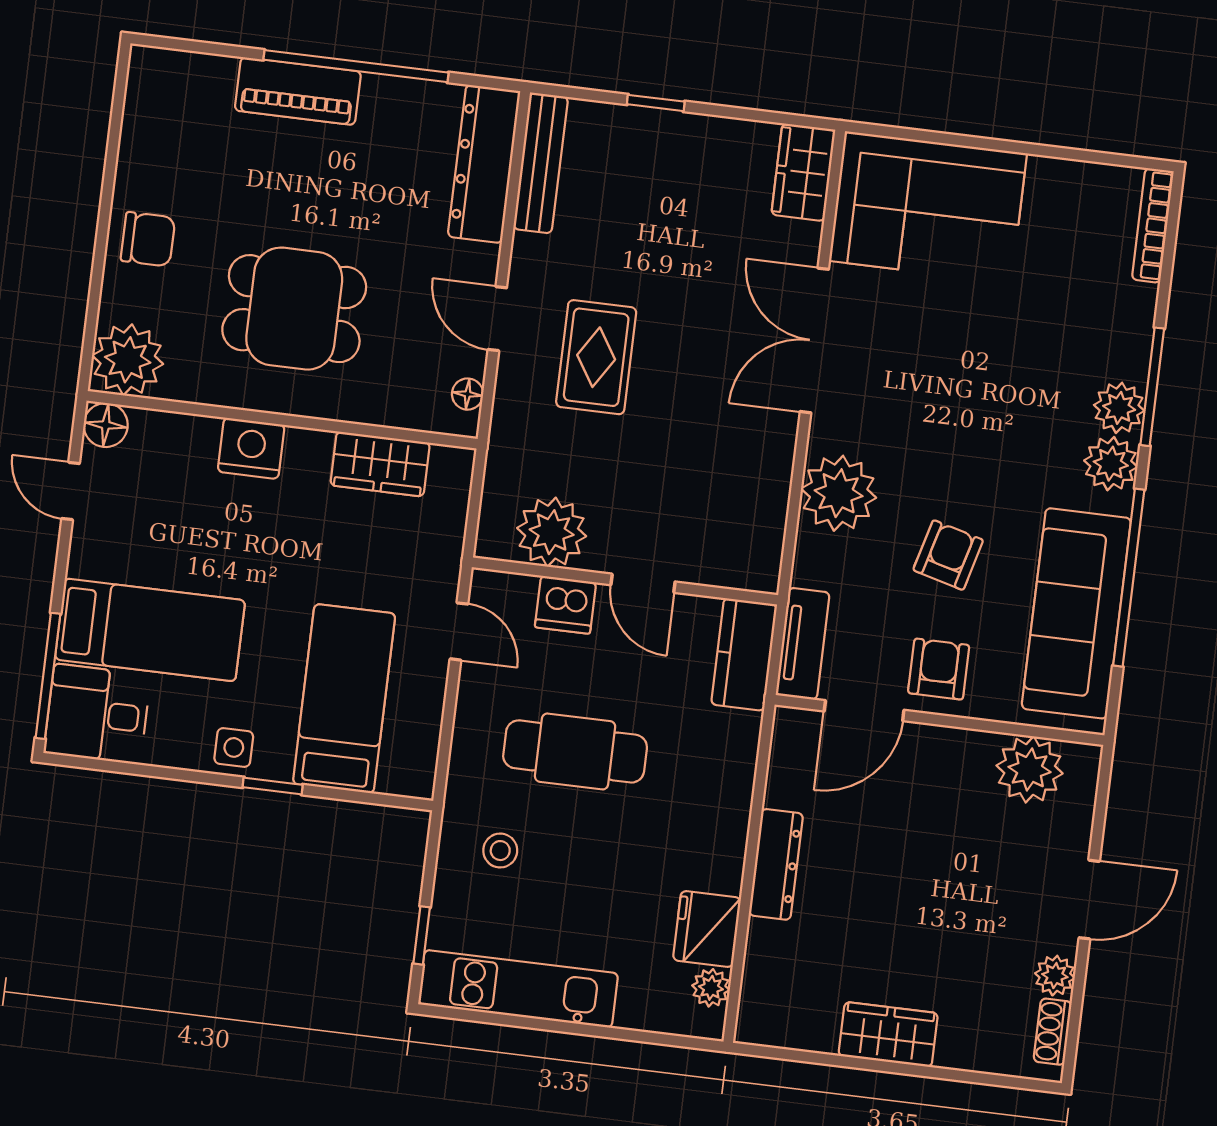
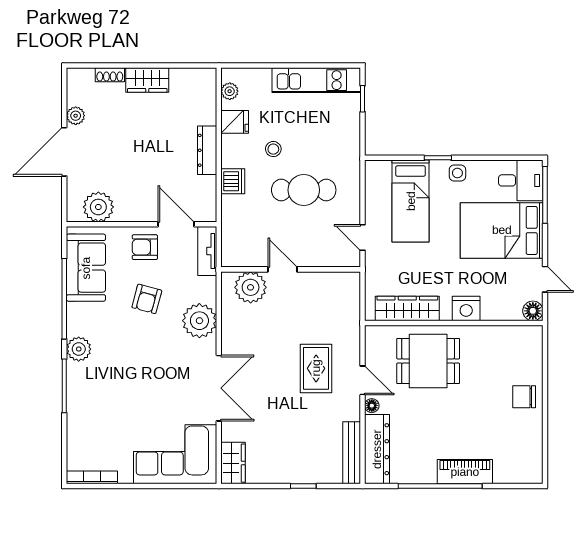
bookcase: (1153, 225) -> (92, 477), moved, turned -90
dining table: (294, 309) -> (428, 361), moved
plant: (128, 360) -> (527, 341), removed
floor lamp: (468, 394) -> (372, 406), moved
plant: (1119, 408) -> (78, 375), removed
wardrobe: (380, 464) -> (407, 309), width x1.50
plant: (552, 532) -> (251, 287), moved
dishwasher: (565, 605) -> (233, 181), moved, turned 90
sofa: (1076, 613) -> (86, 268), width x0.73
bed: (150, 630) -> (502, 230), width x1.50
kitchen counter: (744, 654) -> (233, 243), removed
armchair: (939, 669) -> (145, 247), turned 90
door: (864, 711) -> (176, 224), hinge flipped
stool: (500, 851) -> (273, 149), moved
door: (1089, 900) -> (64, 152), width x1.36
fridge: (707, 929) -> (235, 122), width x0.72
shoe rack: (1053, 1032) -> (110, 75), moved, turned 90

